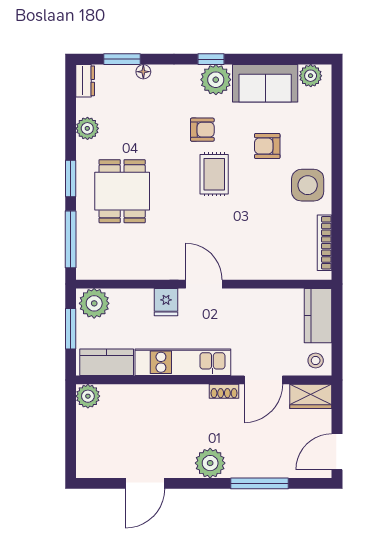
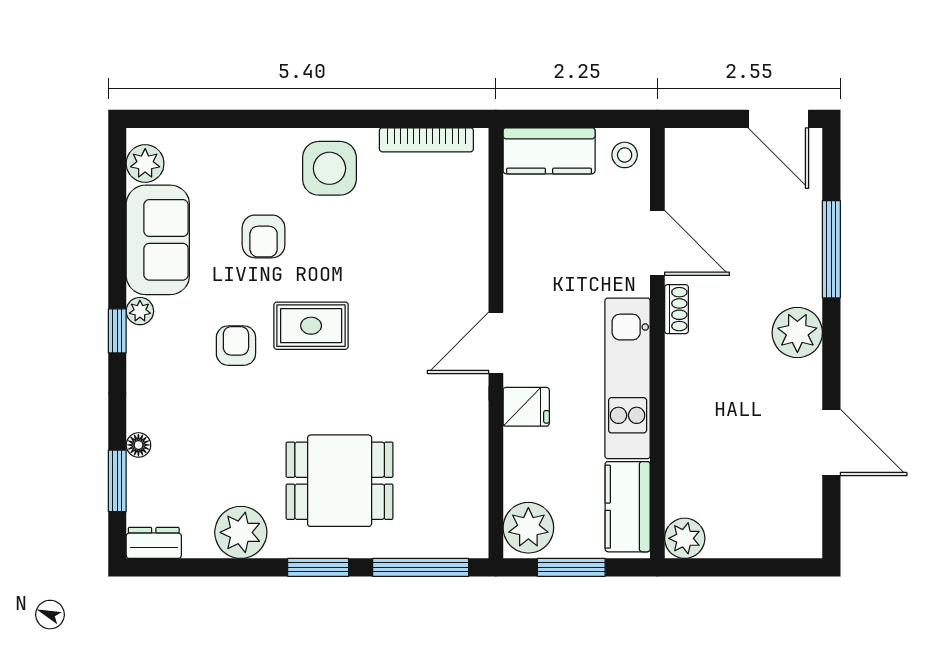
plant: (216, 80) -> (140, 311), width x0.53, depth x0.53
plant: (87, 128) -> (241, 532), width x1.36, depth x1.36
wardrobe: (311, 396) -> (685, 163), removed

